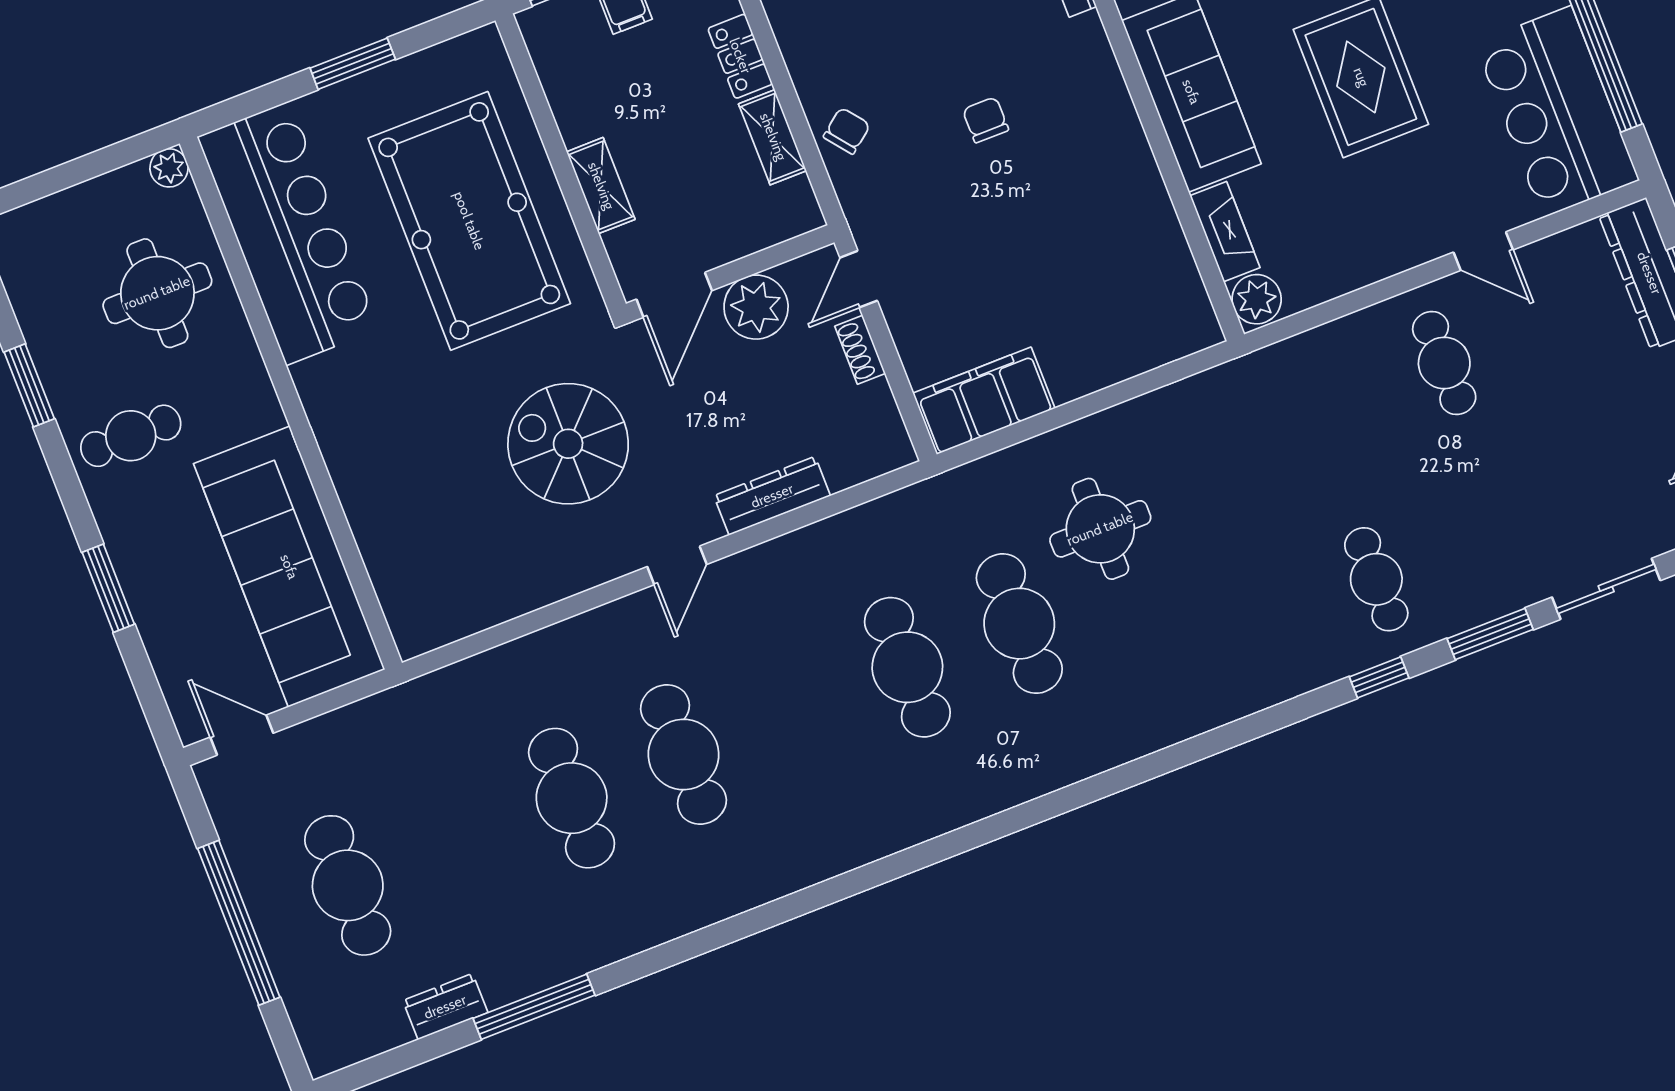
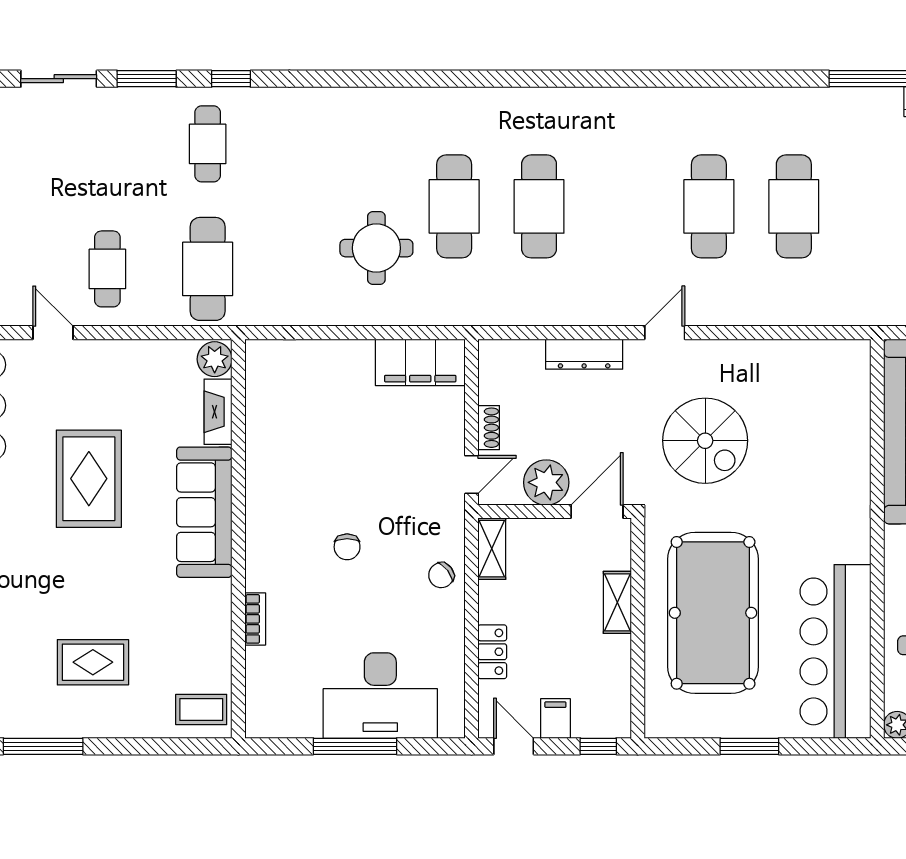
shelving: (773, 137) -> (492, 549), moved
cafe table: (1312, 415) -> (208, 269), added

